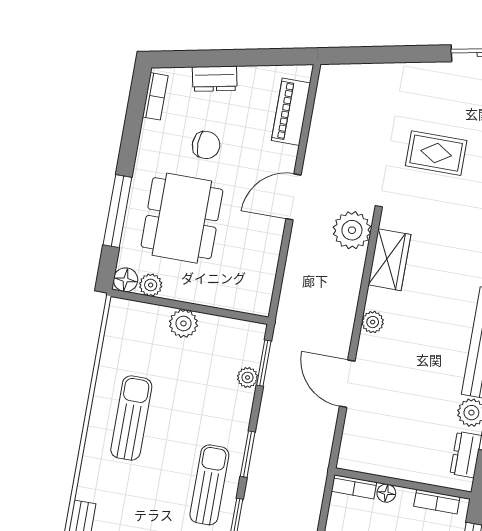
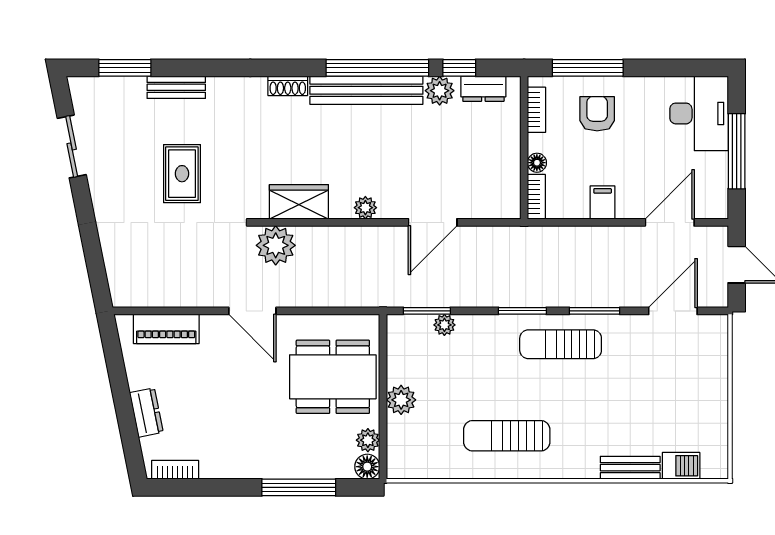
chair: (206, 145) -> (215, 409), removed
dining table: (182, 218) -> (333, 377), moved

